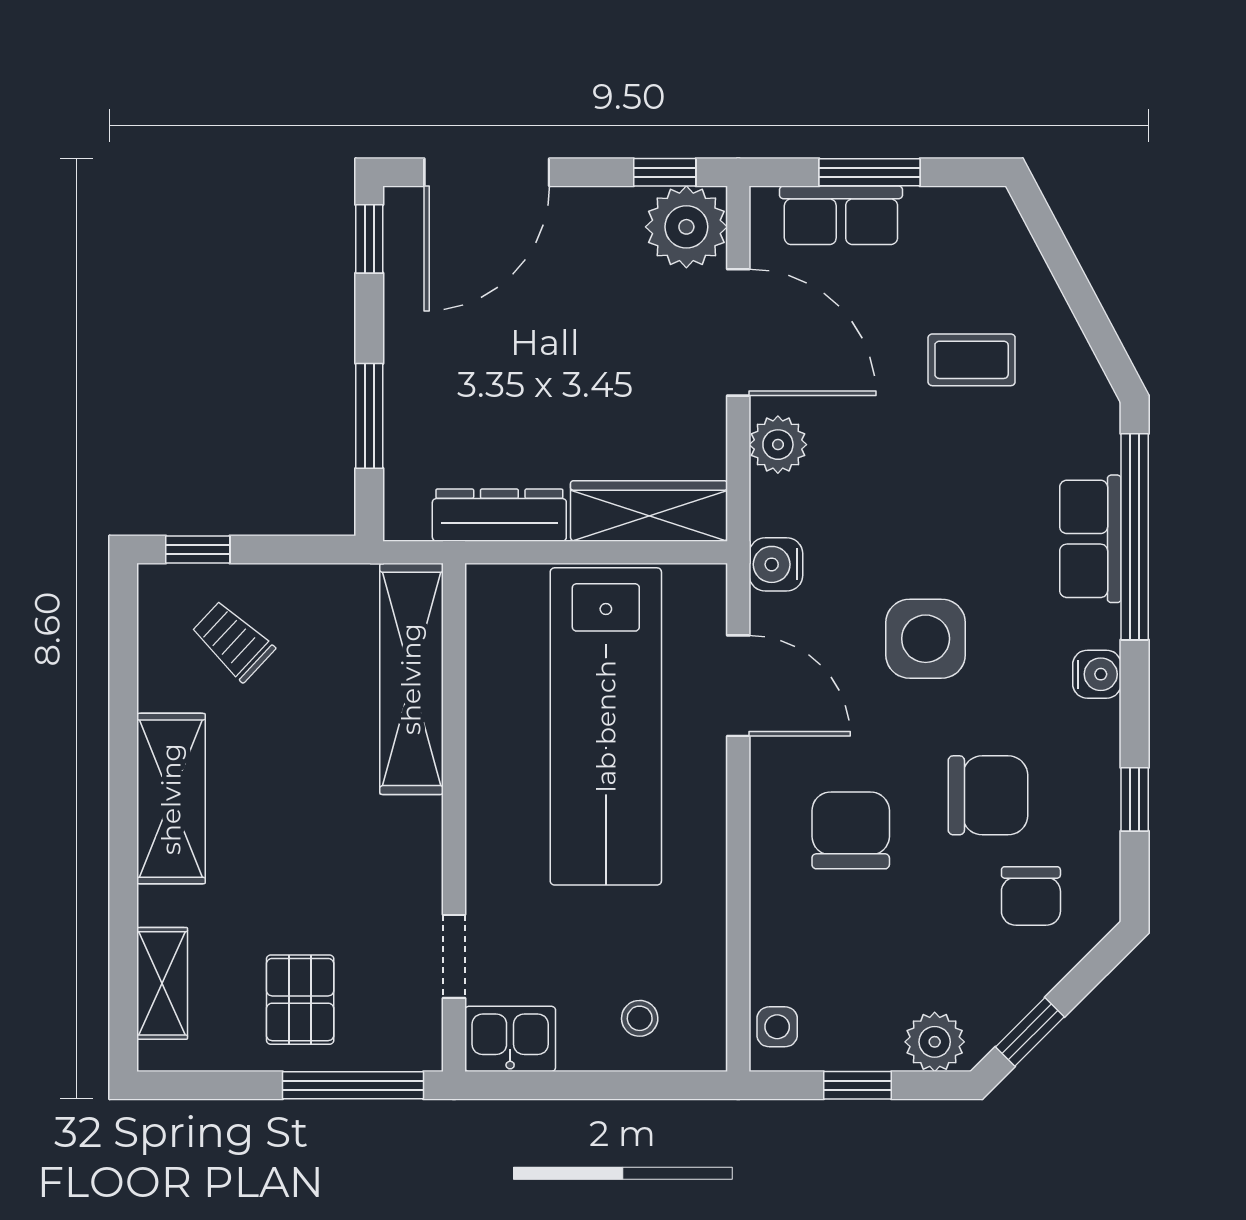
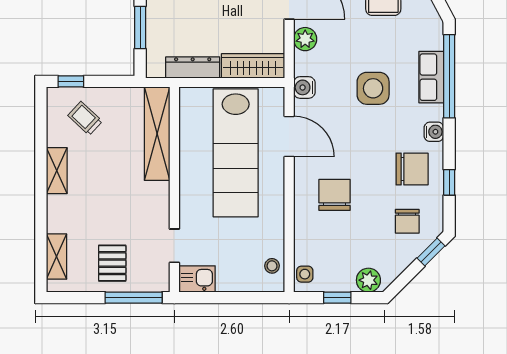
side table: (926, 639) -> (373, 88), moved
chair: (988, 795) -> (412, 169), moved
shelving: (171, 799) -> (57, 171), width x0.67, depth x0.75
stool: (640, 1018) -> (272, 266), moved
window: (1030, 1032) -> (431, 252), moved

